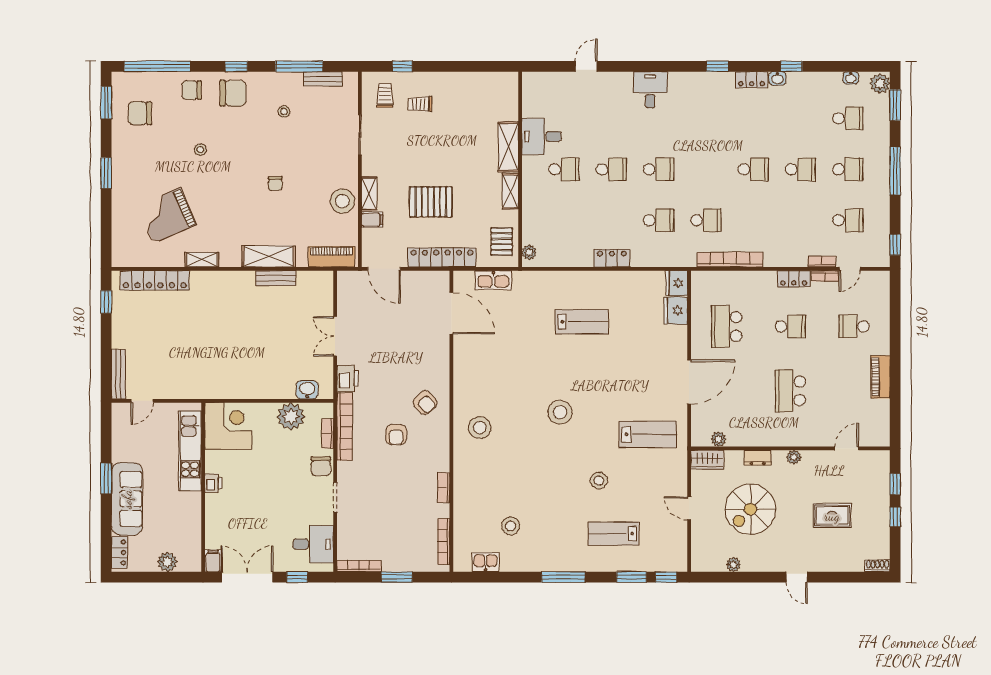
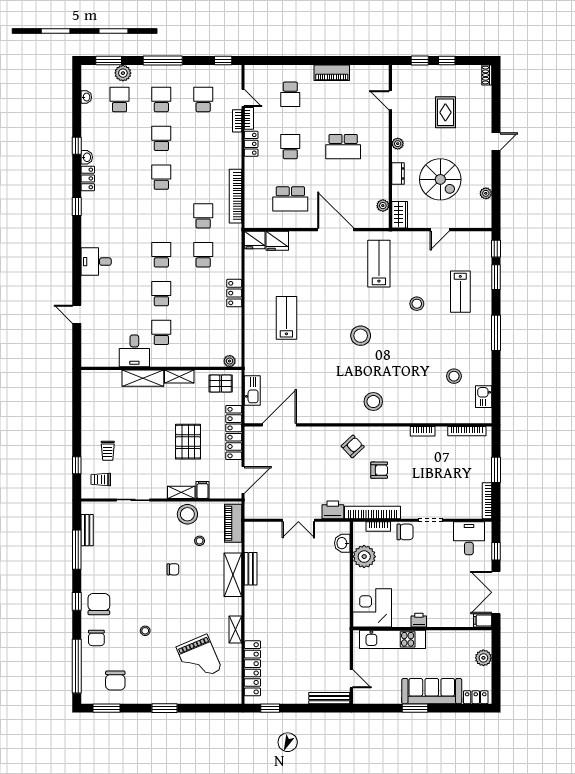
plant: (880, 84) -> (123, 73), moved
stool: (284, 112) -> (200, 541), moved

